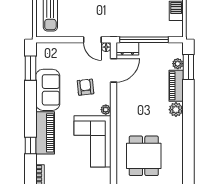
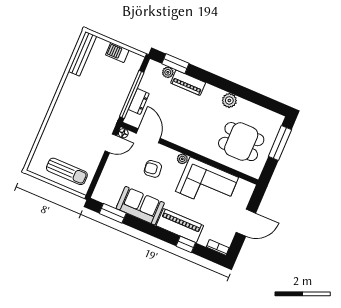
dresser: (127, 49) -> (139, 101), moved
plant: (176, 110) -> (229, 100), moved

